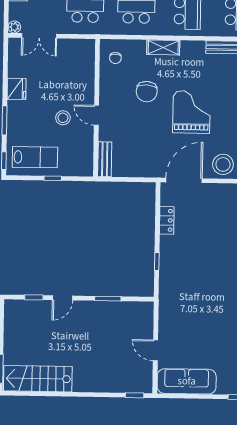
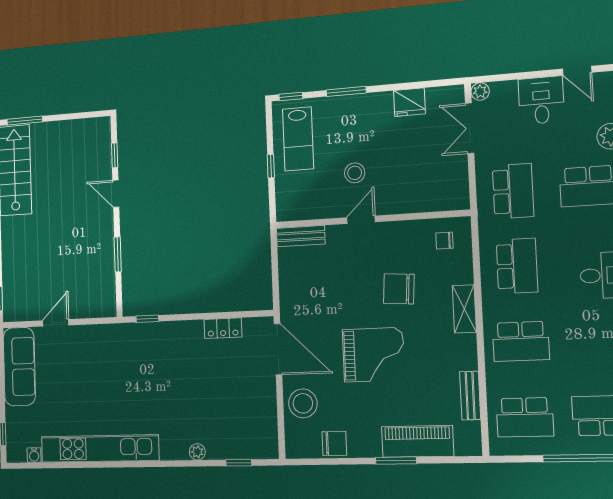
fridge: (17, 89) -> (409, 102), moved
window: (157, 261) -> (147, 319), moved

